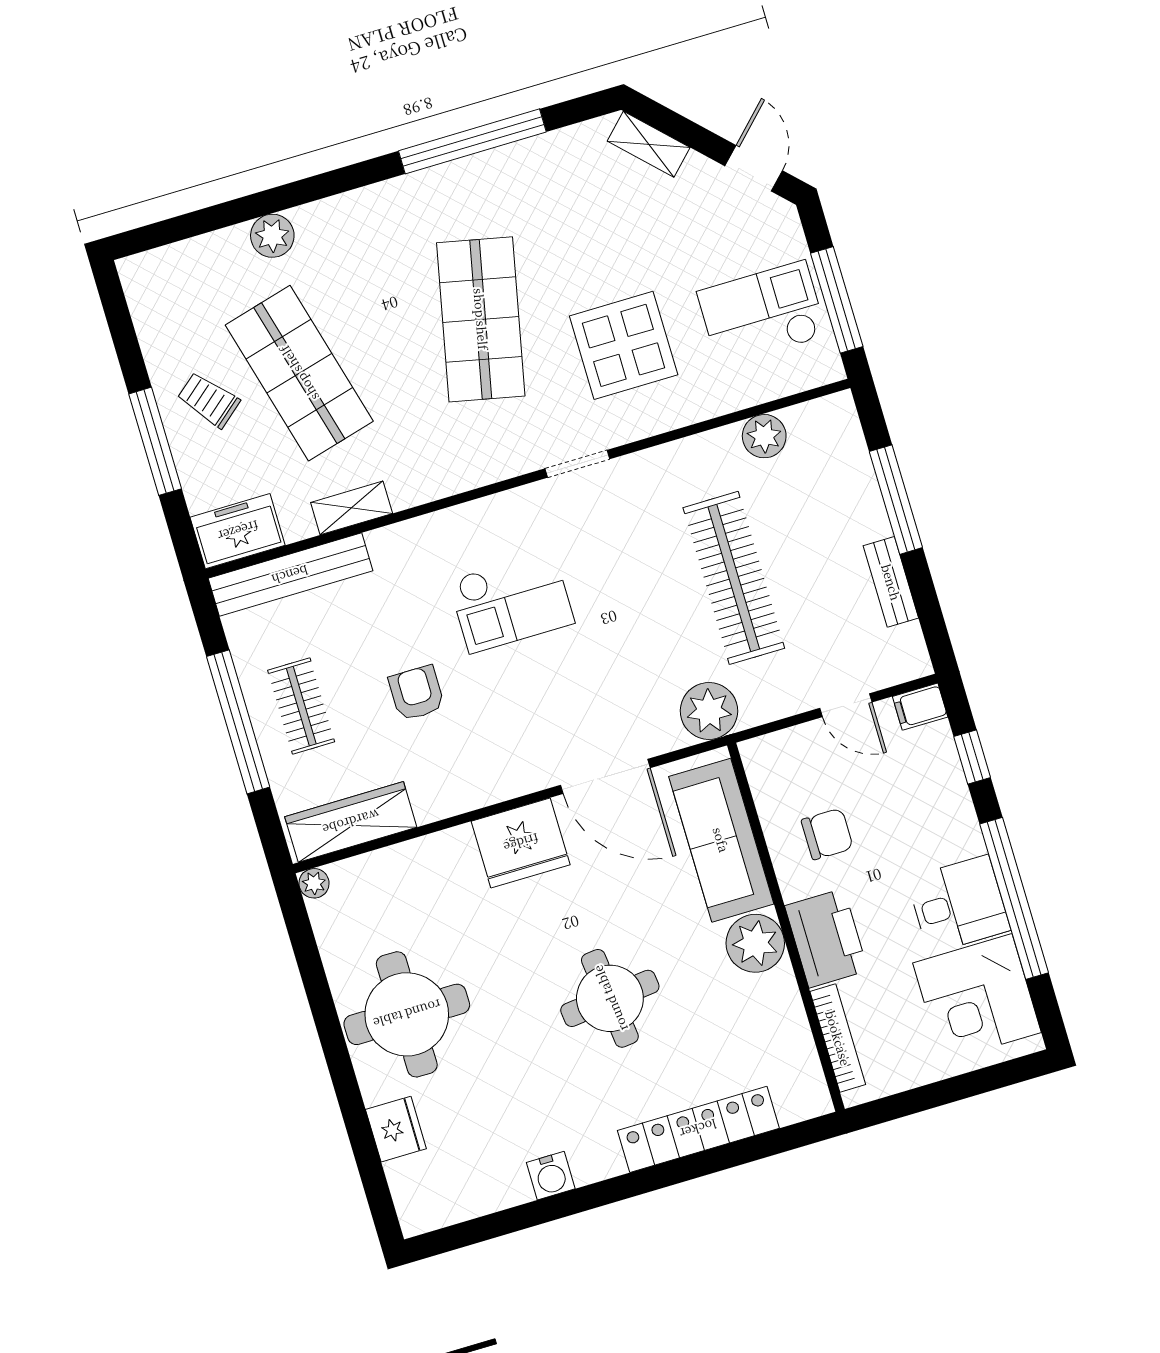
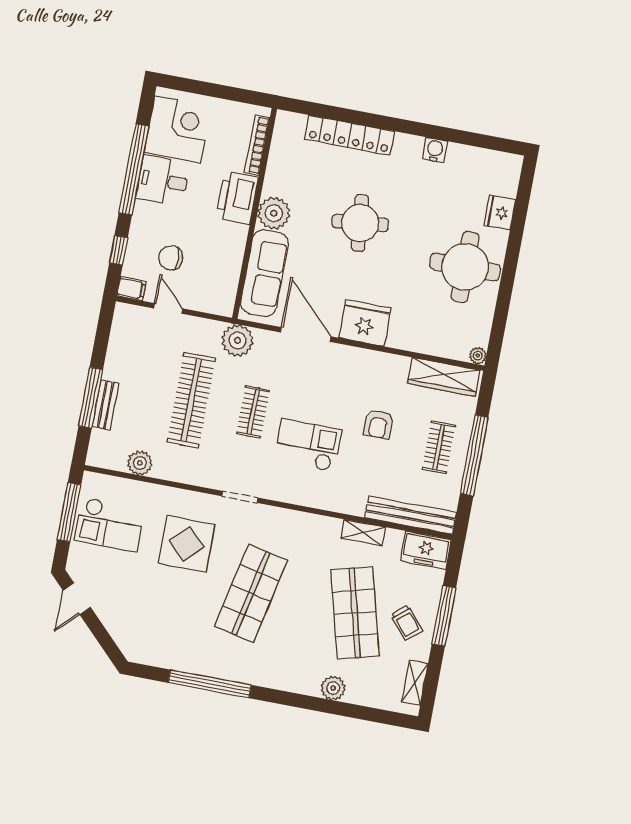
shelving: (649, 144) -> (415, 683), moved, turned 45
bench: (891, 582) -> (105, 405), moved
clothes rail: (626, 610) -> (253, 412), added
chair: (827, 834) -> (171, 258), moved

